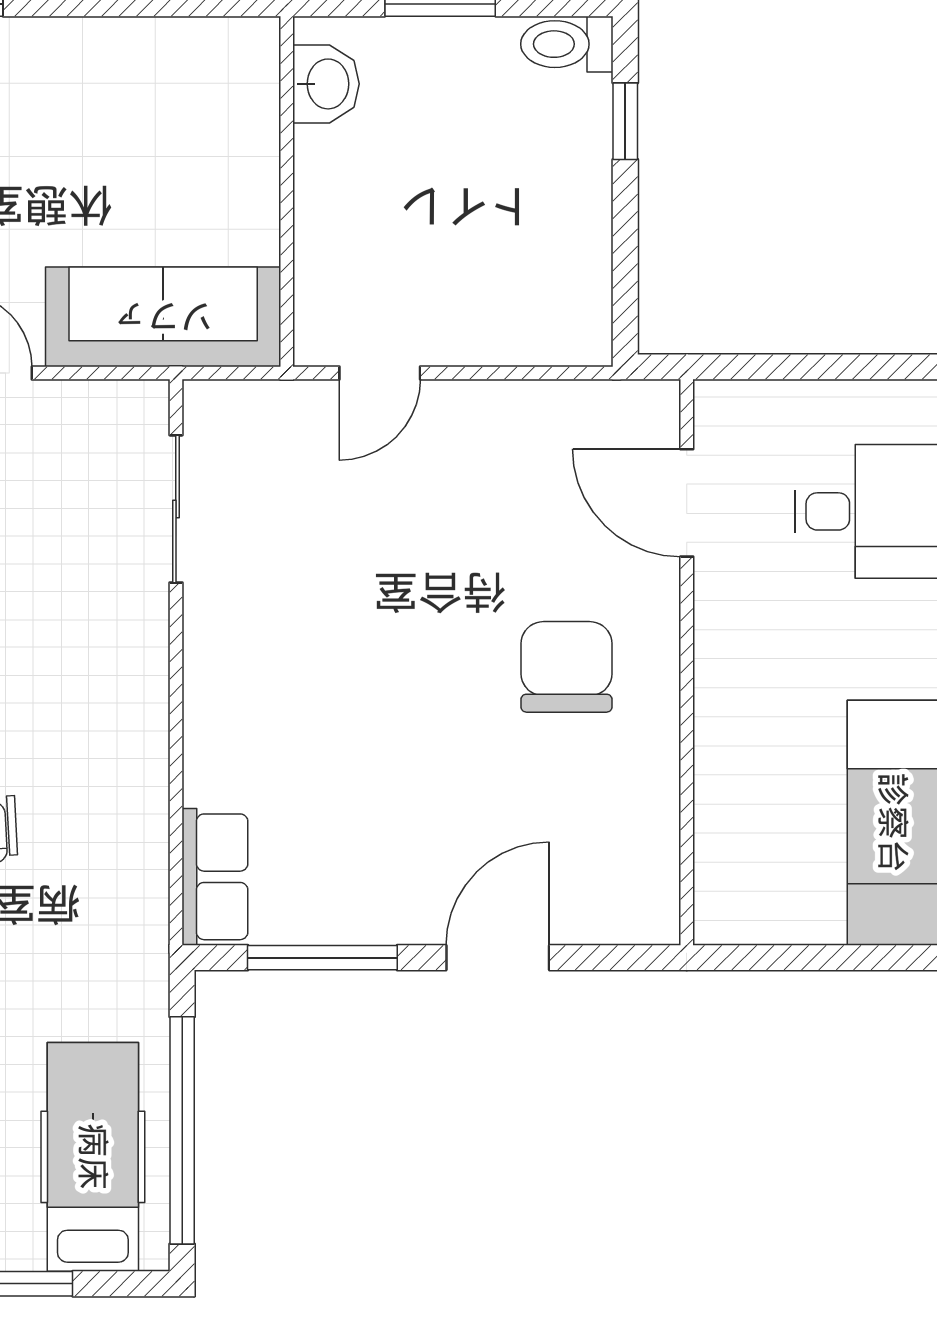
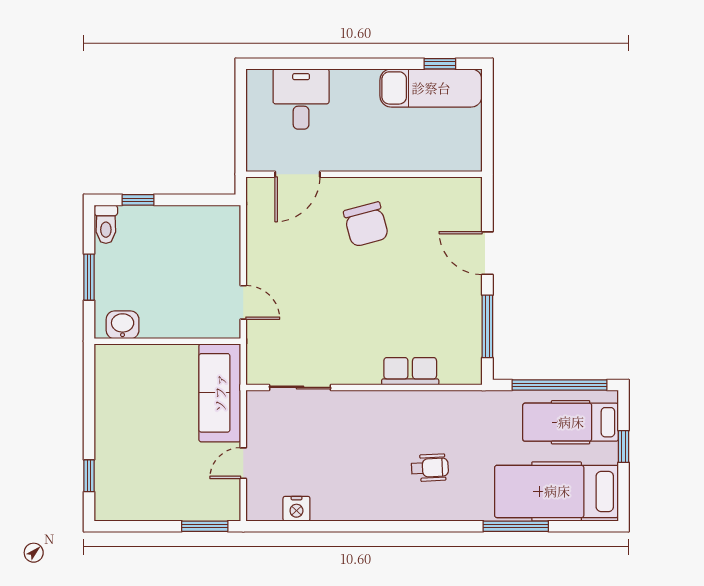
chair: (567, 667) -> (366, 224), turned -105
row of seats: (215, 877) -> (410, 371), moved

